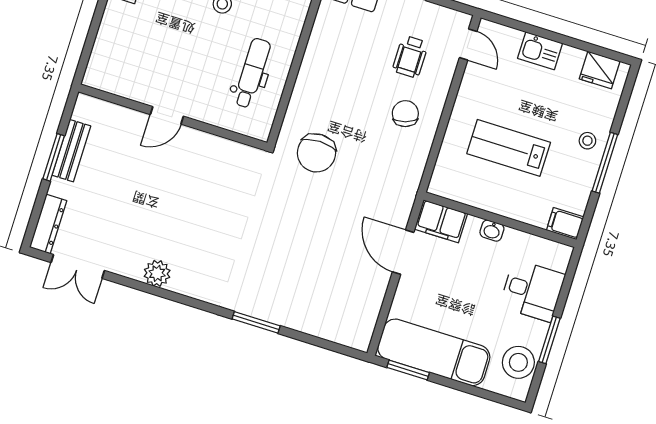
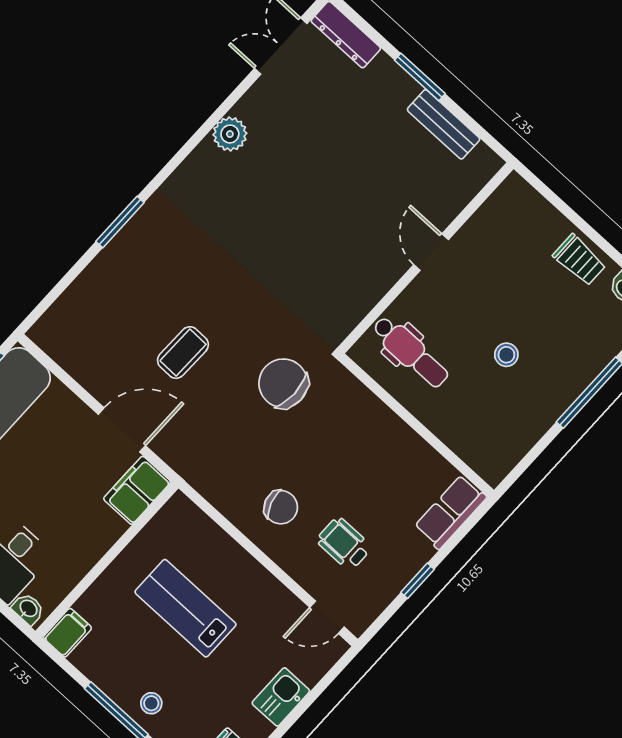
door: (167, 115) -> (431, 252), moved
wall: (173, 117) -> (426, 258), moved
lab bench: (509, 148) -> (185, 608), turned -90
bench: (71, 151) -> (444, 124), moved
washbasin: (492, 231) -> (28, 609), moved, turned 90
coffee table: (328, 234) -> (183, 353), added

